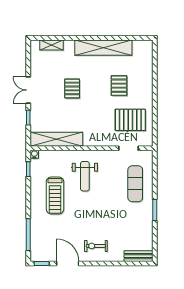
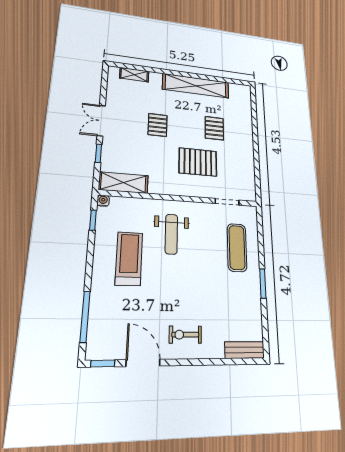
pallet: (130, 120) -> (198, 162), moved
shelving: (56, 139) -> (123, 183), width x0.68
treadmill: (55, 195) -> (129, 259), turned 180

